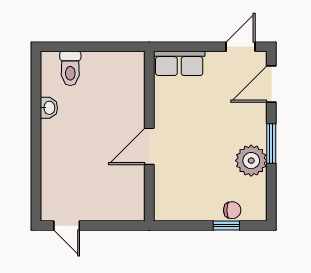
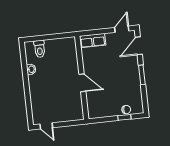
door: (149, 146) -> (82, 83), swing flipped
plant: (251, 161) -> (133, 84), removed

